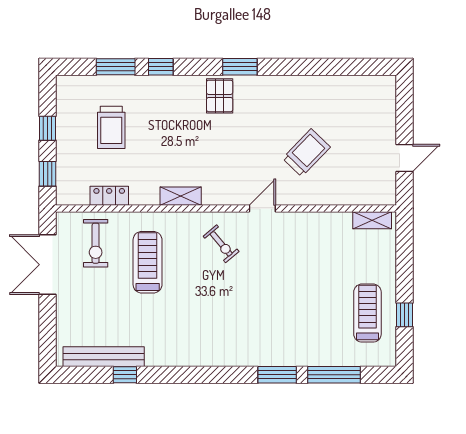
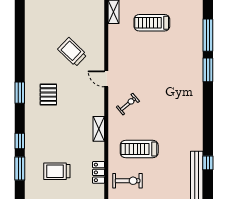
pallet: (220, 96) -> (48, 95), moved, turned 90
trolley: (111, 127) -> (57, 171), turned 180
treadmill: (367, 313) -> (152, 23), moved

